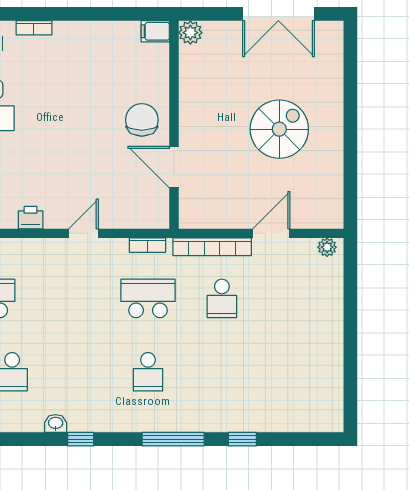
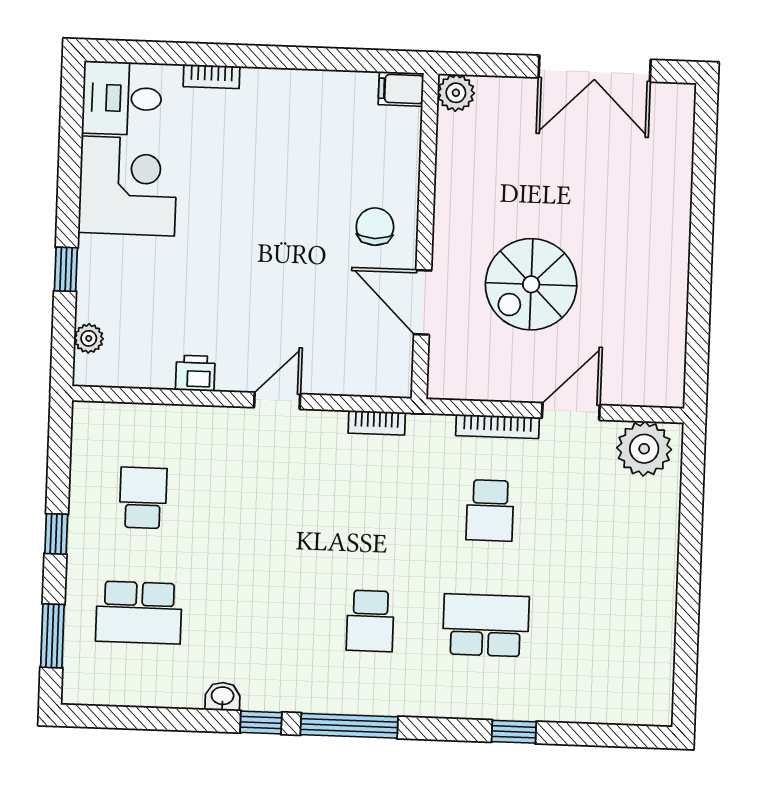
chair: (142, 120) -> (375, 227), width x0.73, depth x0.73
spiral stairs: (279, 129) -> (531, 284), moved, turned 180
bookcase: (212, 247) -> (498, 426), width x0.68, depth x0.76
plant: (327, 247) -> (644, 449), width x1.87, depth x1.87
school desk: (148, 298) -> (486, 625), moved
window: (173, 439) -> (349, 726), moved

